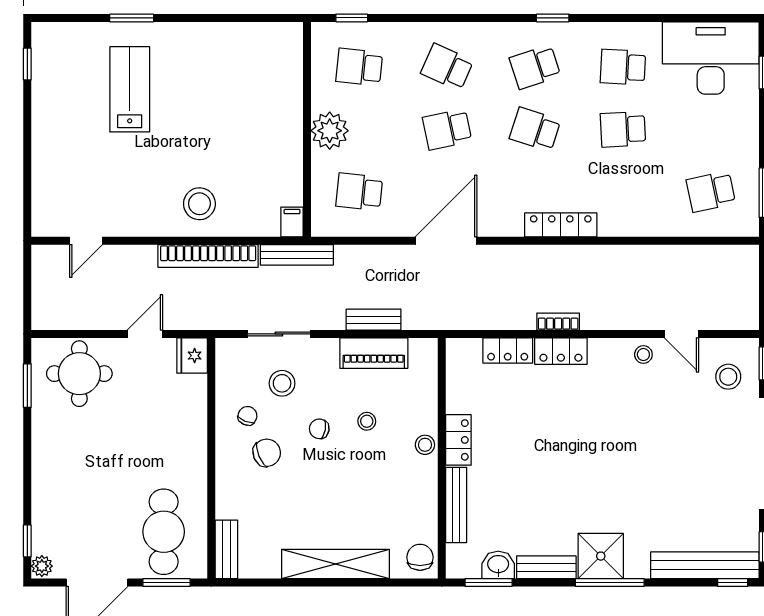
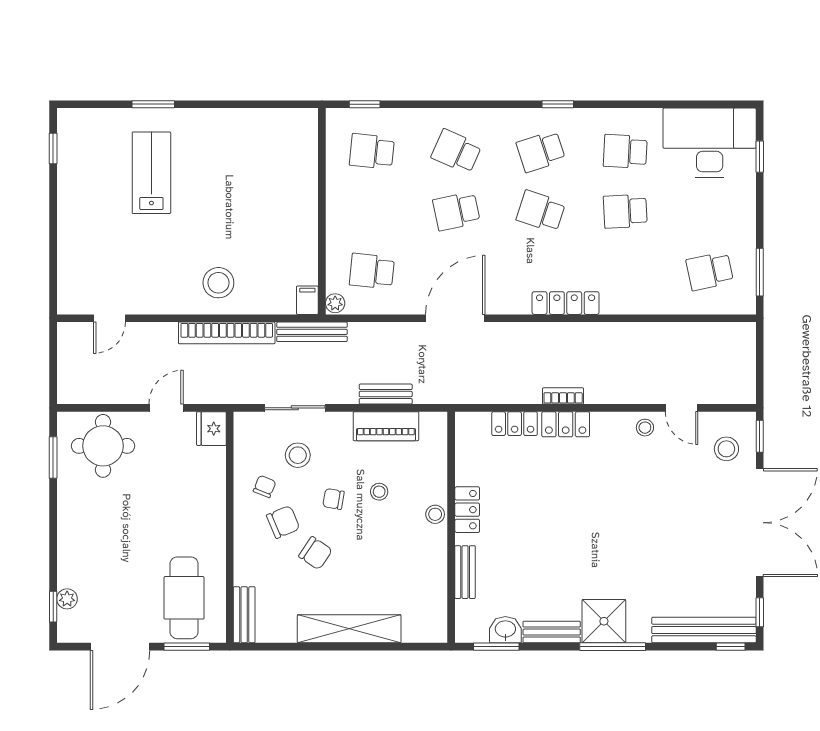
plant: (330, 131) -> (335, 303), moved, width x0.53, depth x0.53
bench: (456, 505) -> (465, 572), width x0.73
chair: (420, 557) -> (315, 553), moved, turned 124
plant: (42, 566) -> (67, 599), moved

